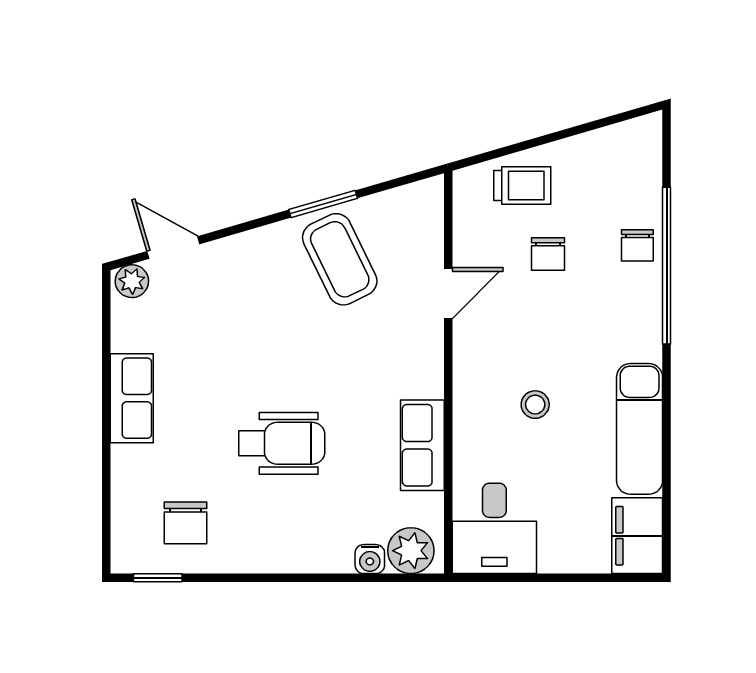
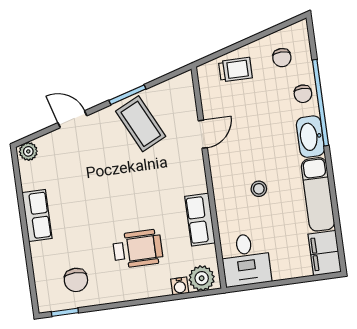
door: (173, 248) -> (72, 119), moved
chair: (548, 254) -> (282, 58), moved
washbasin: (640, 324) -> (310, 137), added
wheelchair: (282, 443) -> (138, 249), moved

